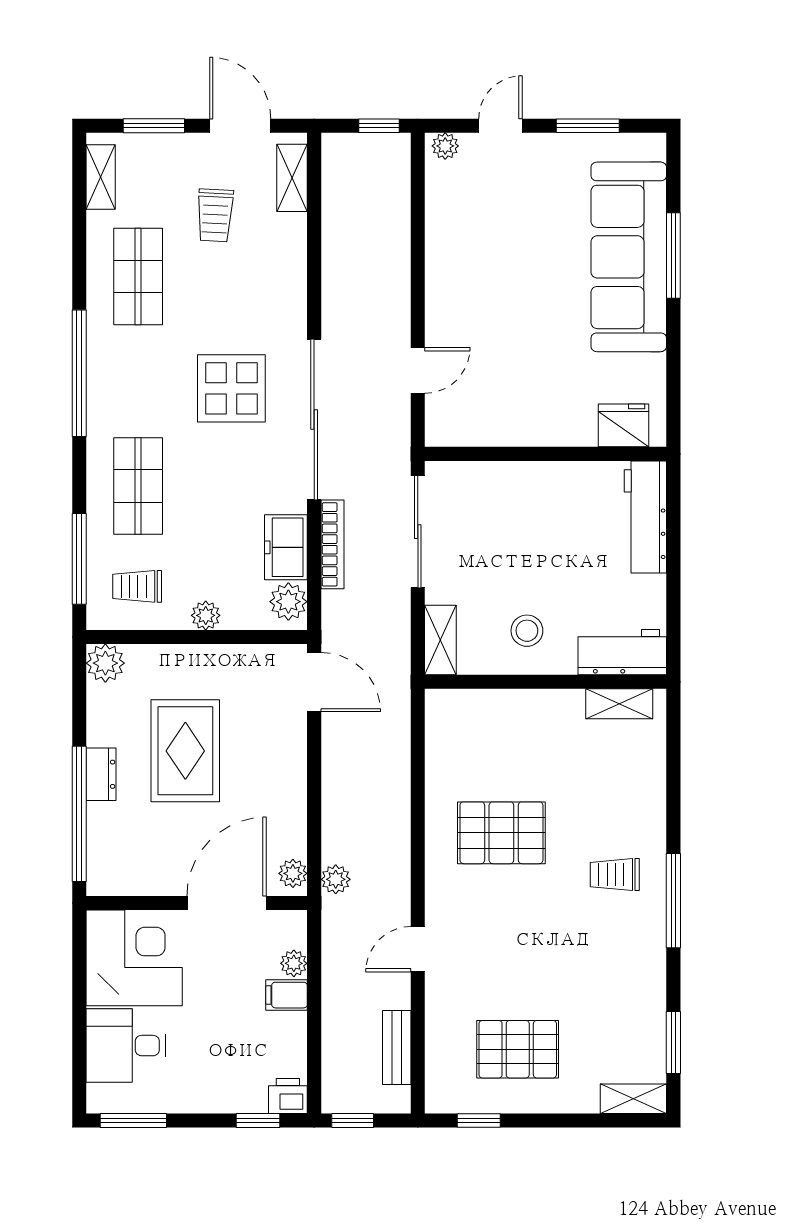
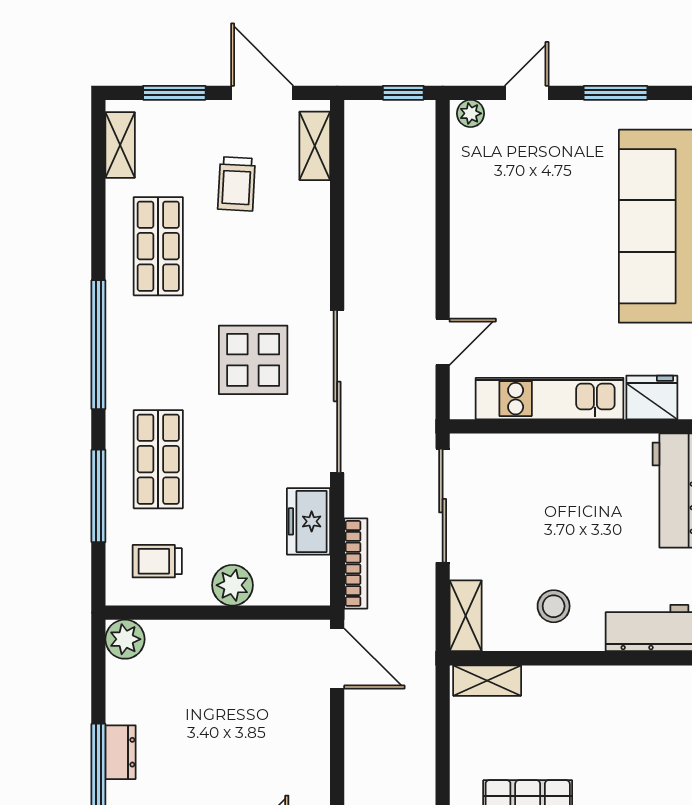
kitchen unit: (523, 426) -> (550, 399), added
bookcase: (332, 544) -> (356, 563), moved
window: (79, 559) -> (98, 496), moved
plant: (288, 602) -> (311, 577), removed
plant: (206, 615) -> (233, 585), width x1.38, depth x1.38
shelving: (619, 704) -> (487, 681), moved
rug: (185, 751) -> (206, 728), removed

